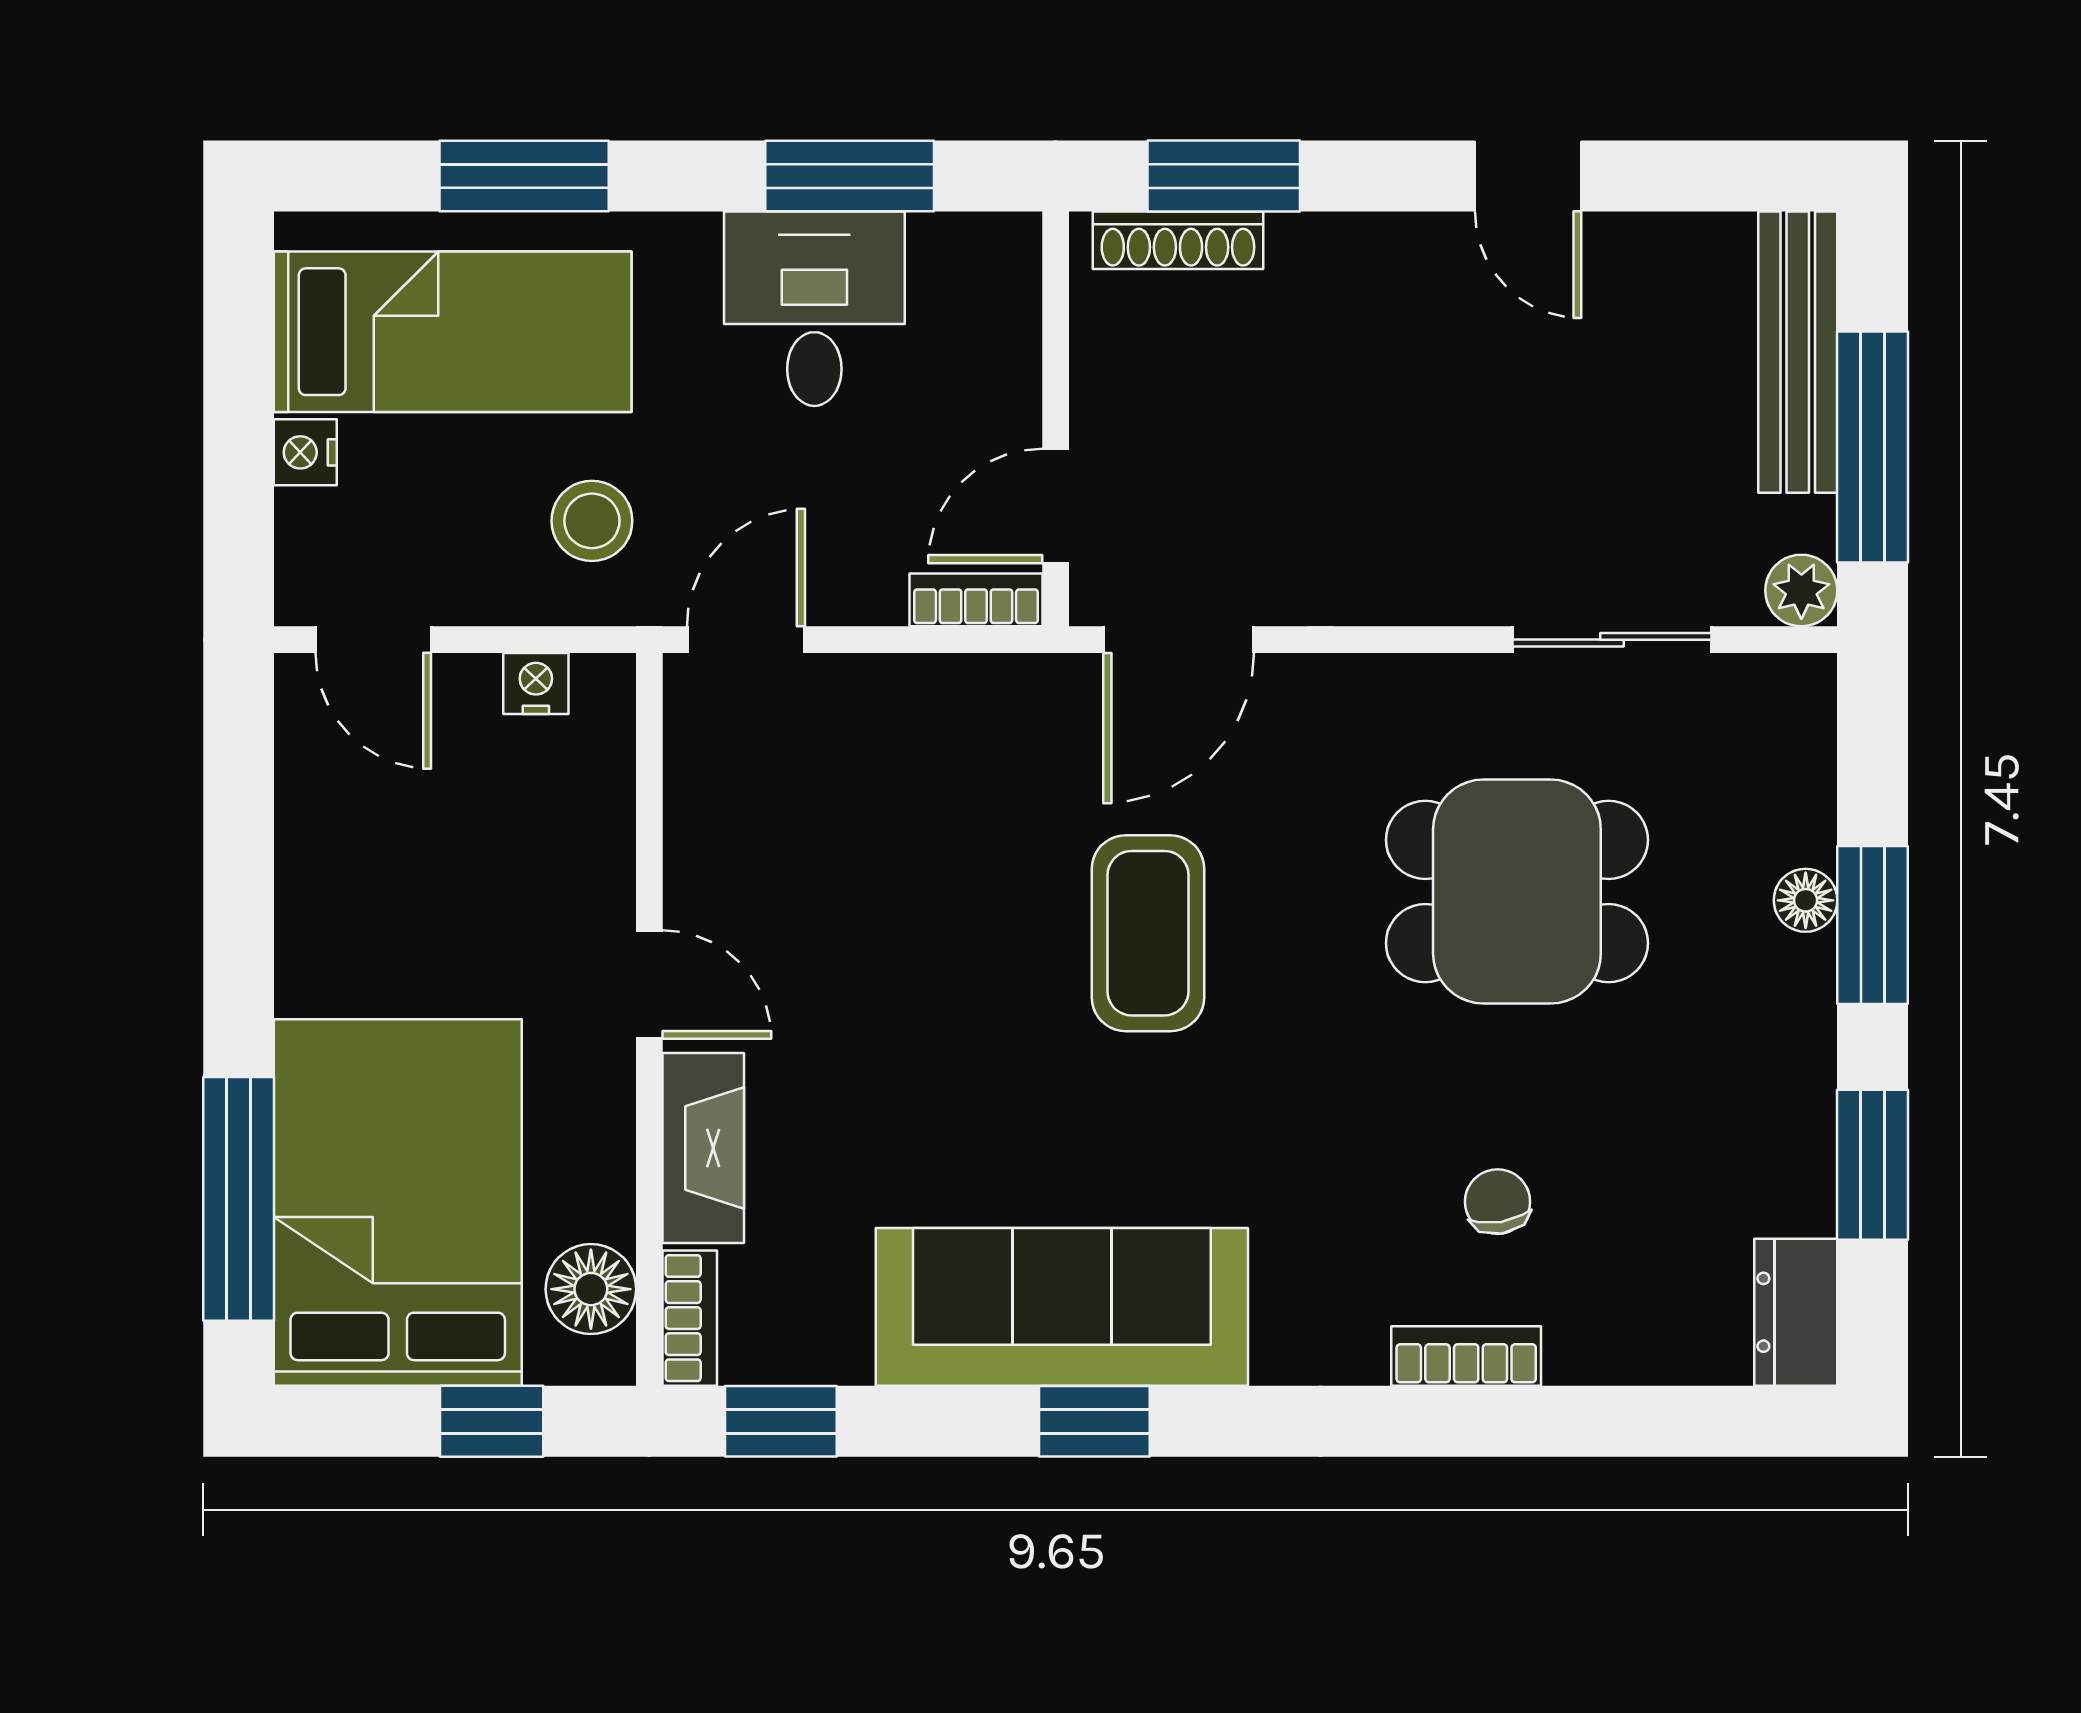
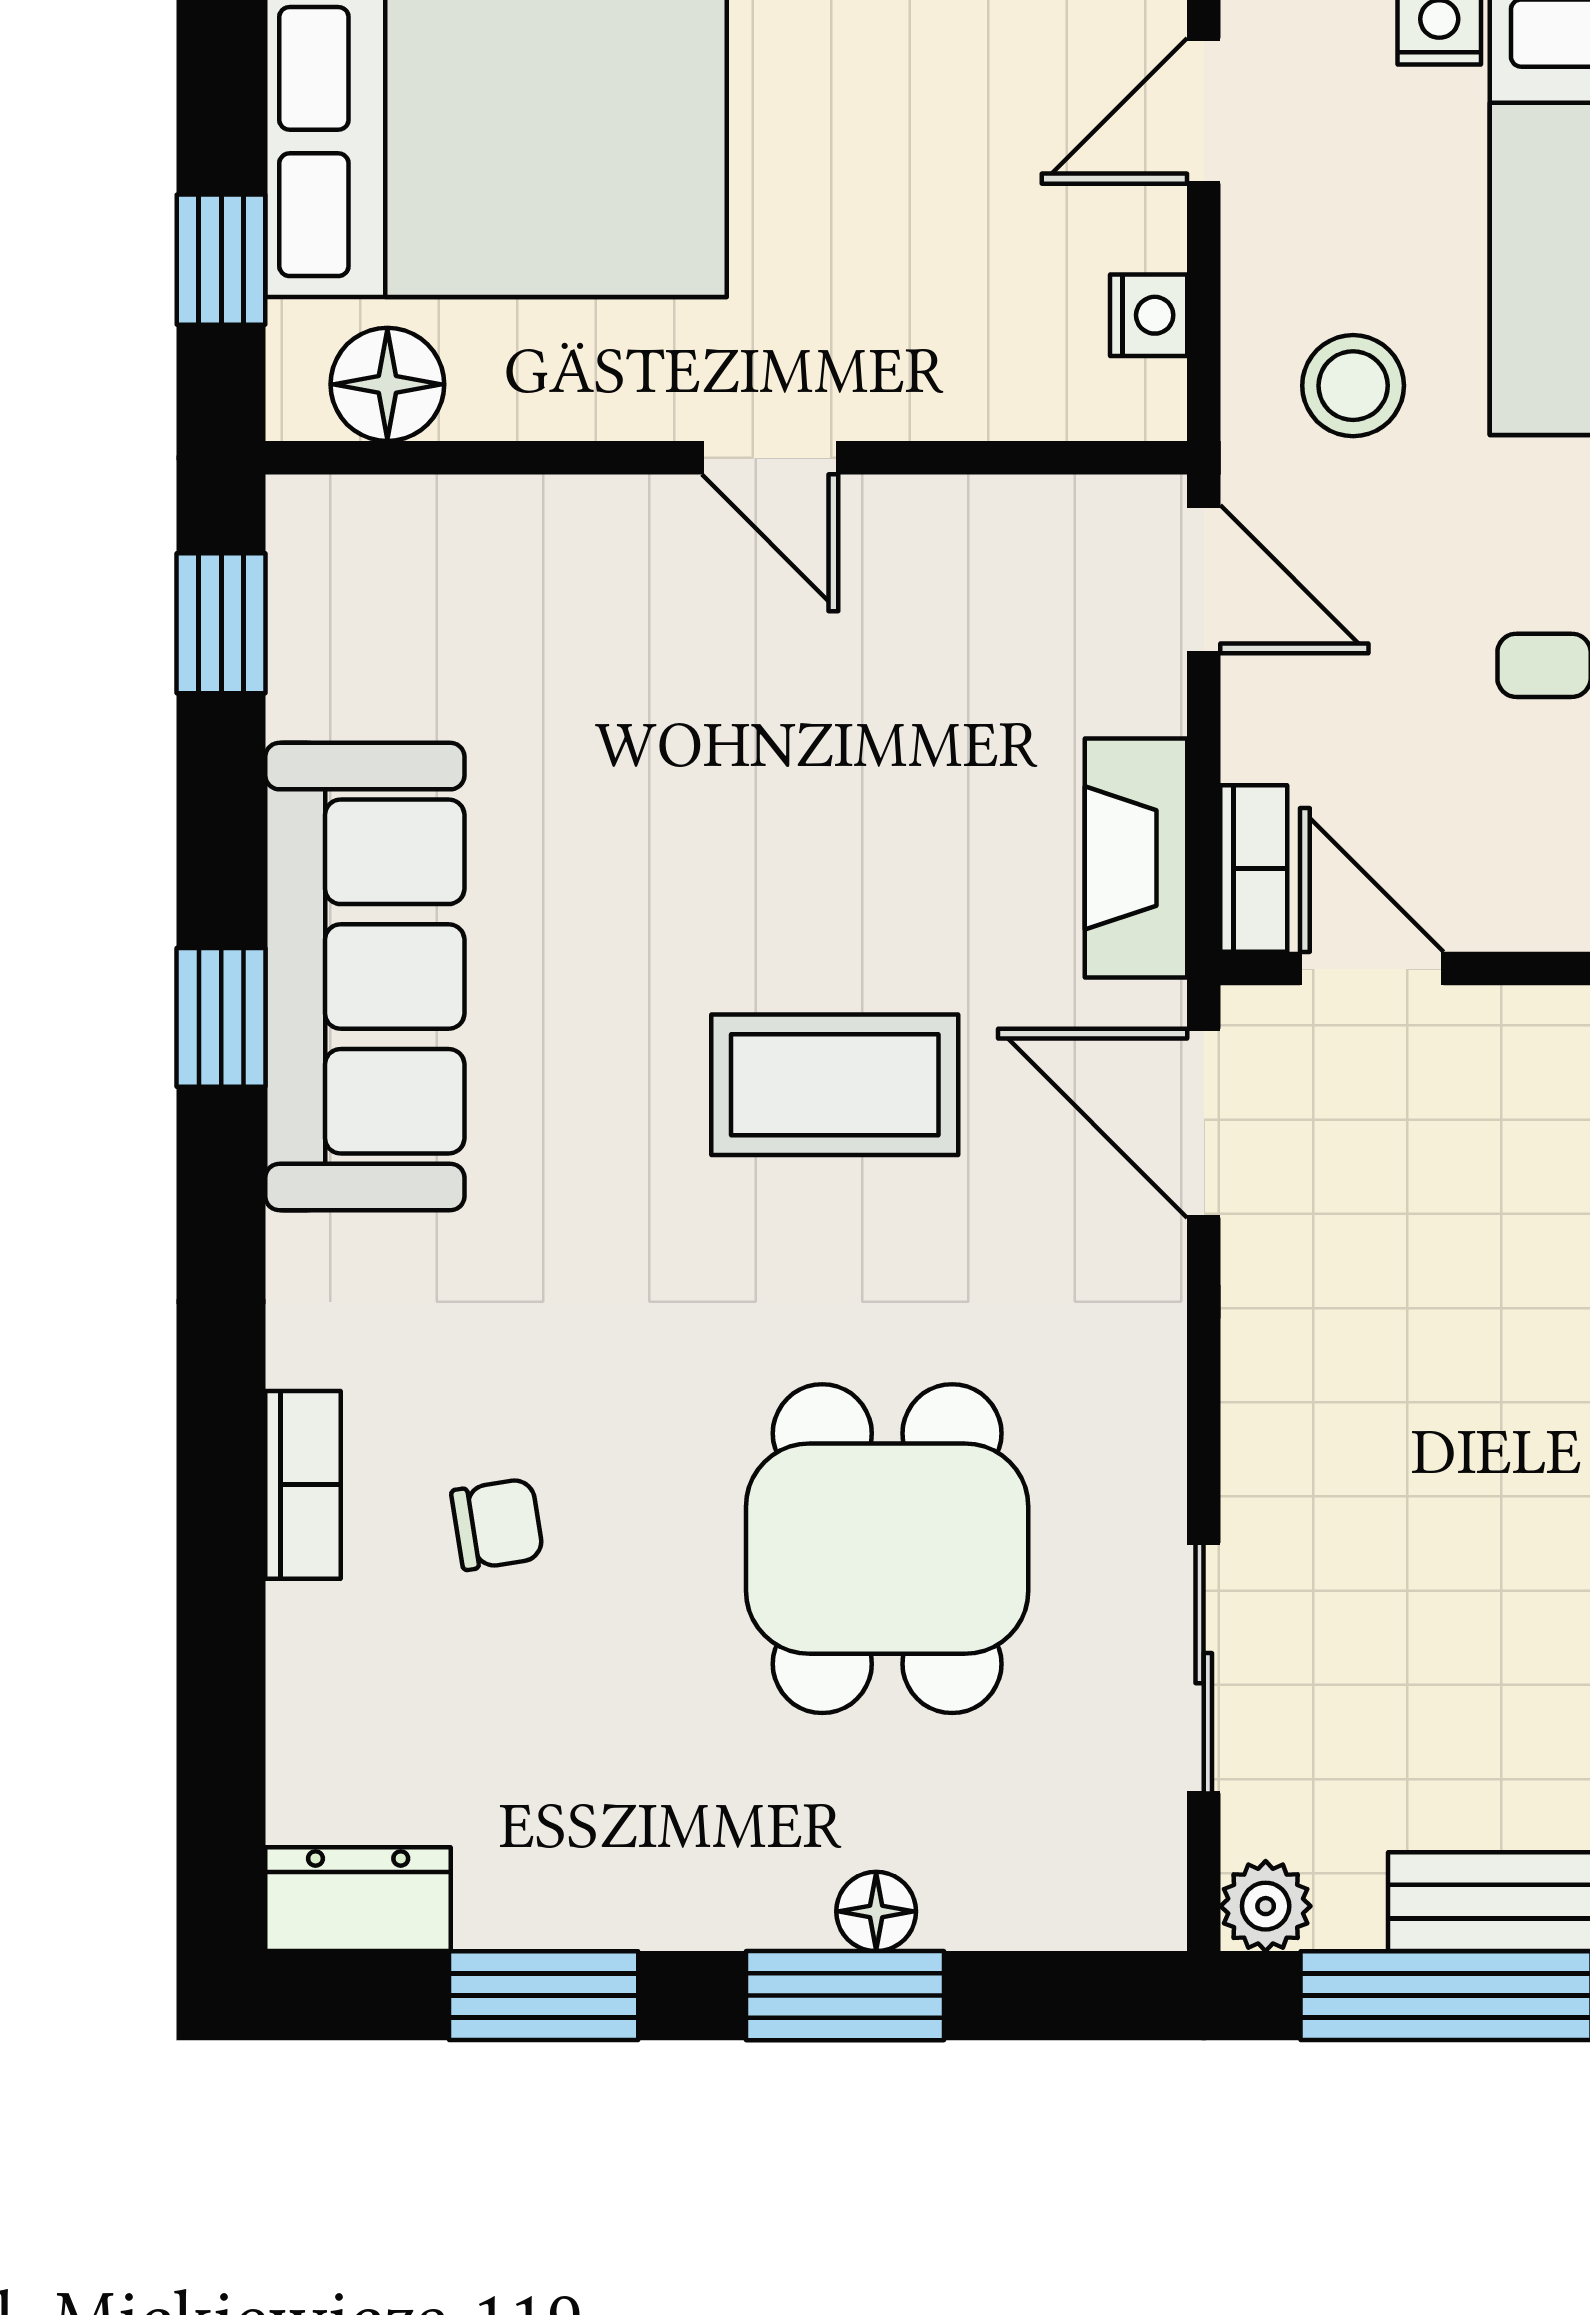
door: (649, 985) -> (770, 458), hinge flipped
fireplace: (703, 1148) -> (1136, 858), moved, turned 90
bookcase: (690, 1318) -> (351, 509), removed

